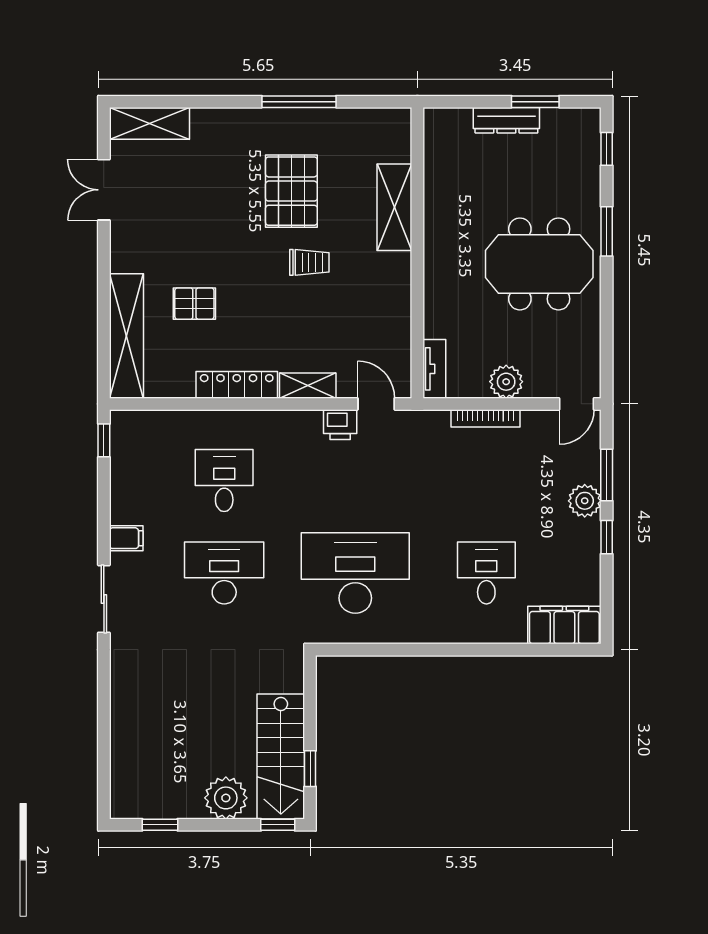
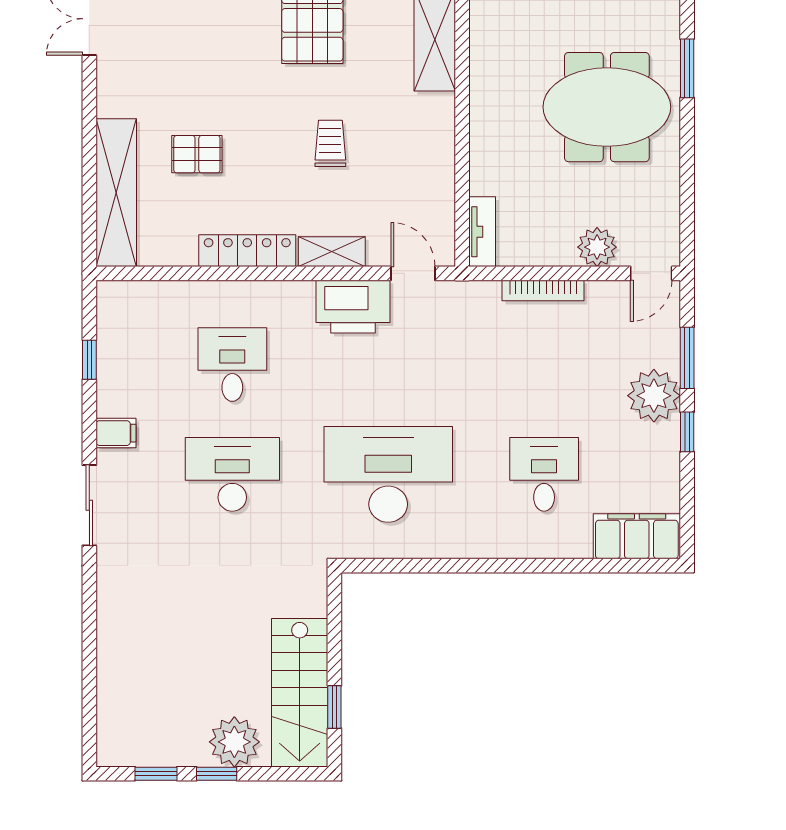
trolley: (309, 262) -> (330, 143), moved, turned -90
plant: (506, 382) -> (597, 247), moved
printer: (340, 425) -> (353, 307), width x1.87, depth x1.48
window: (104, 440) -> (89, 360), moved
plant: (585, 501) -> (654, 396), width x1.36, depth x1.36
window: (278, 825) -> (217, 774), moved

